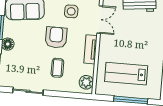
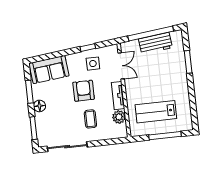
plant: (86, 82) -> (119, 117), moved
sliding door: (28, 91) -> (67, 147), width x1.37

